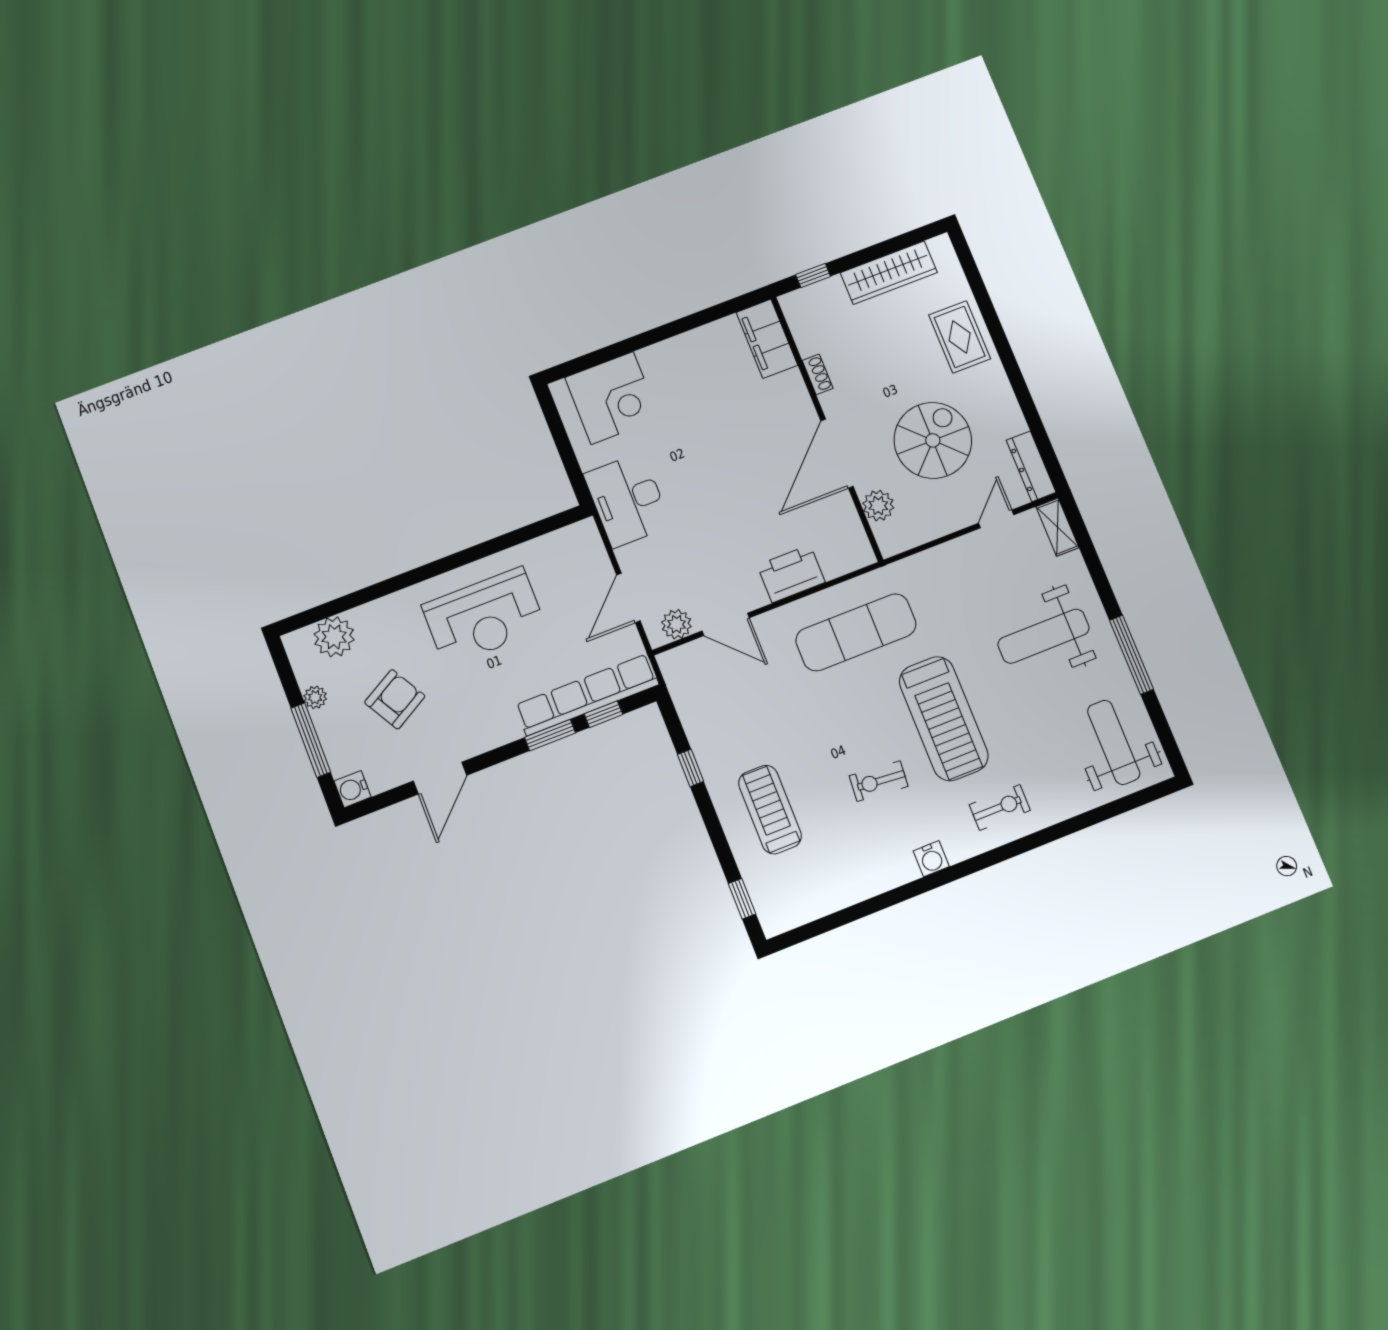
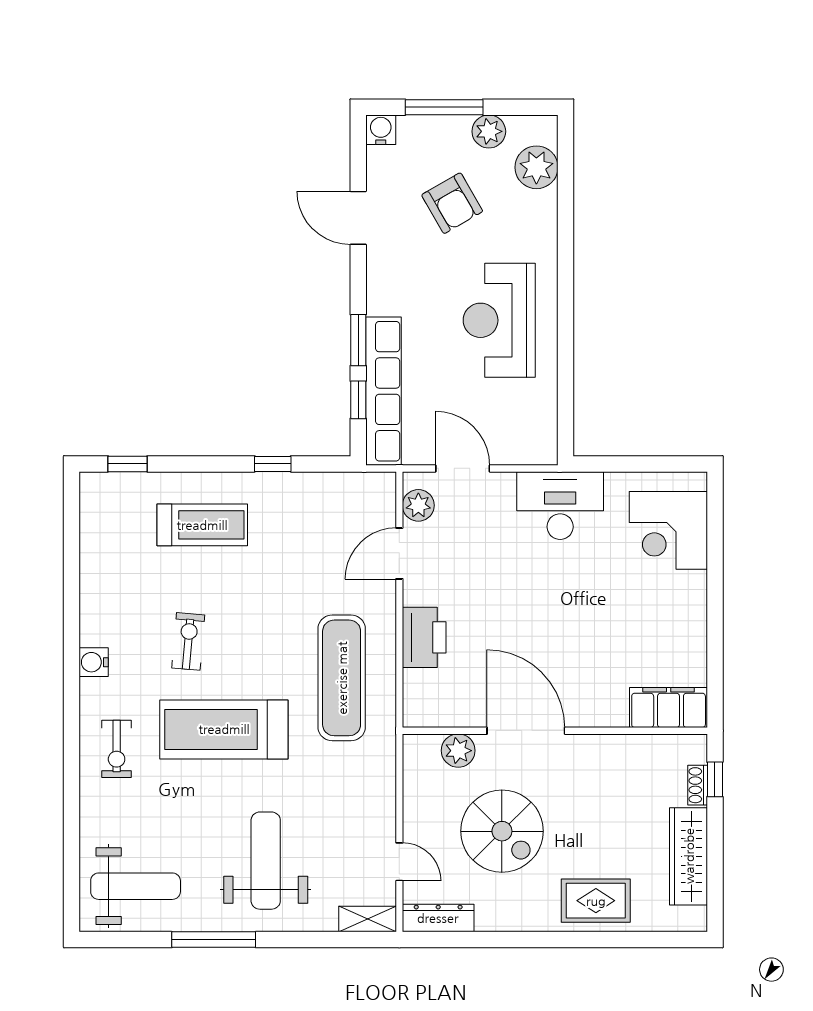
shoe rack: (818, 374) -> (698, 785), moved, turned 90
plant: (315, 697) -> (489, 131), width x1.38, depth x1.38

